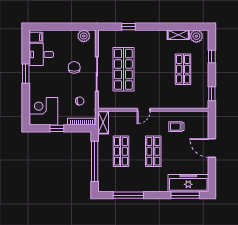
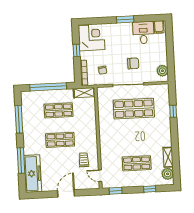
door: (144, 110) -> (100, 176), moved
window: (185, 195) -> (21, 160), moved

